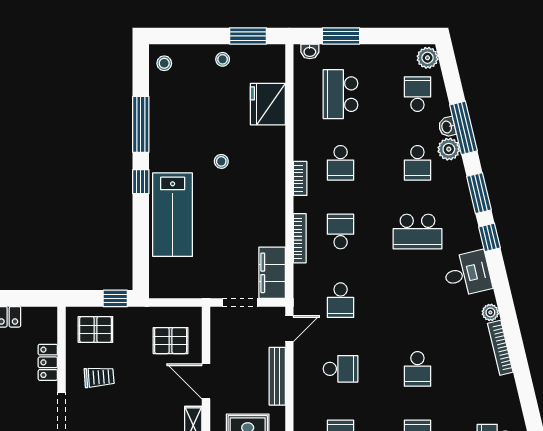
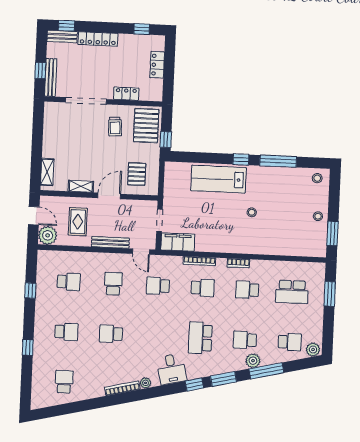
washbasin: (310, 51) -> (321, 273), removed
school desk: (341, 94) -> (292, 292), turned 180
fridge: (268, 104) -> (288, 244), removed
washbasin: (447, 127) -> (267, 360), removed
pallet: (95, 330) -> (146, 126), width x1.50, depth x1.42
school desk: (341, 369) -> (113, 284), turned 180

